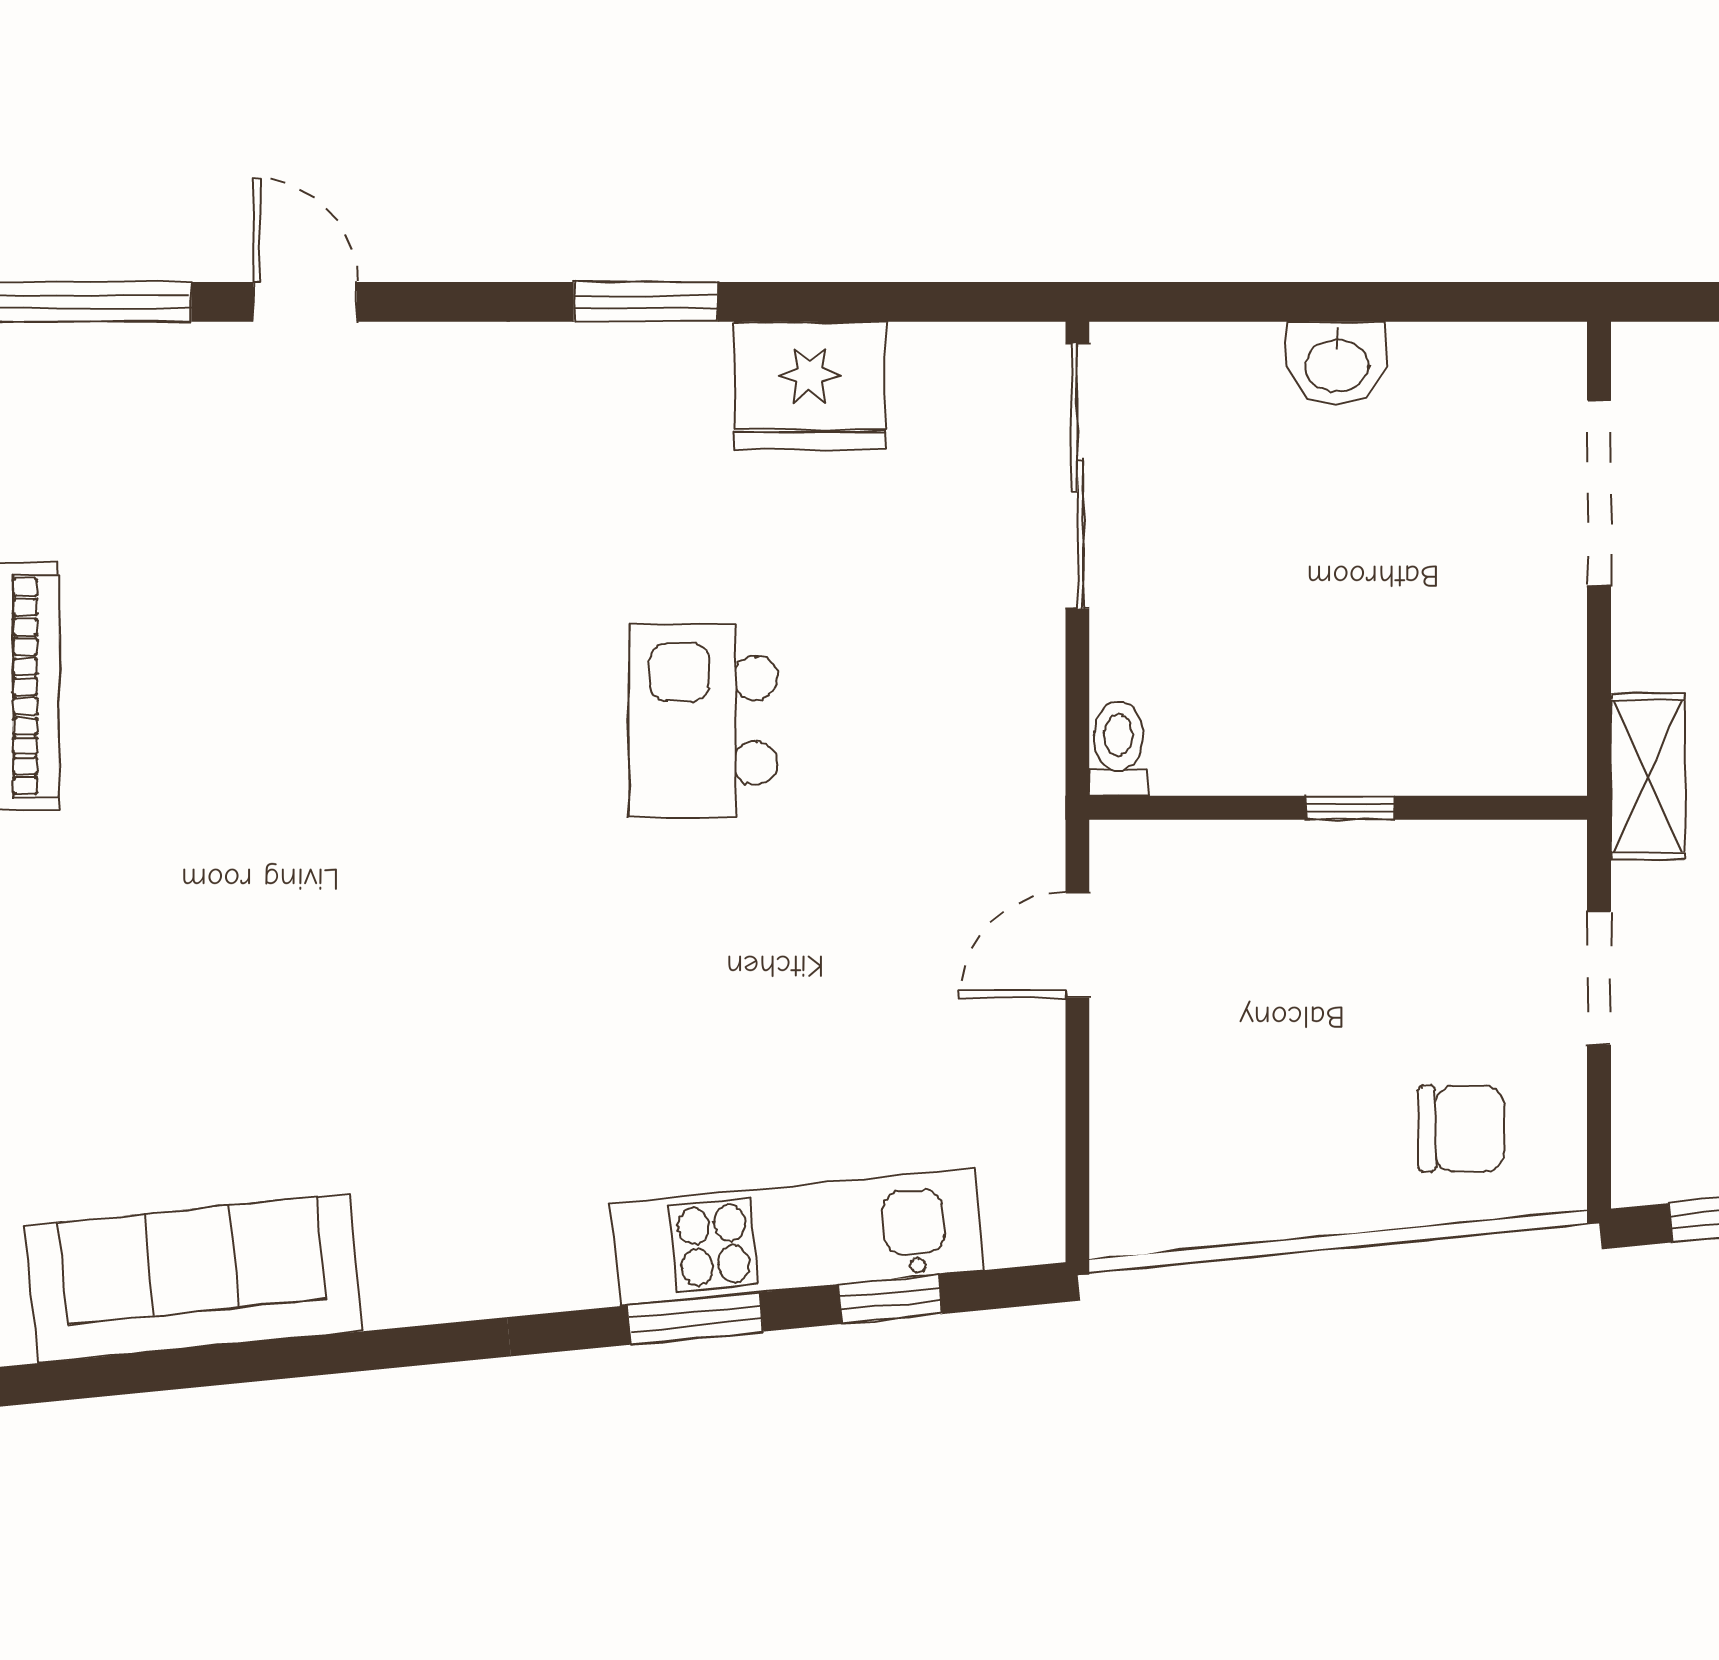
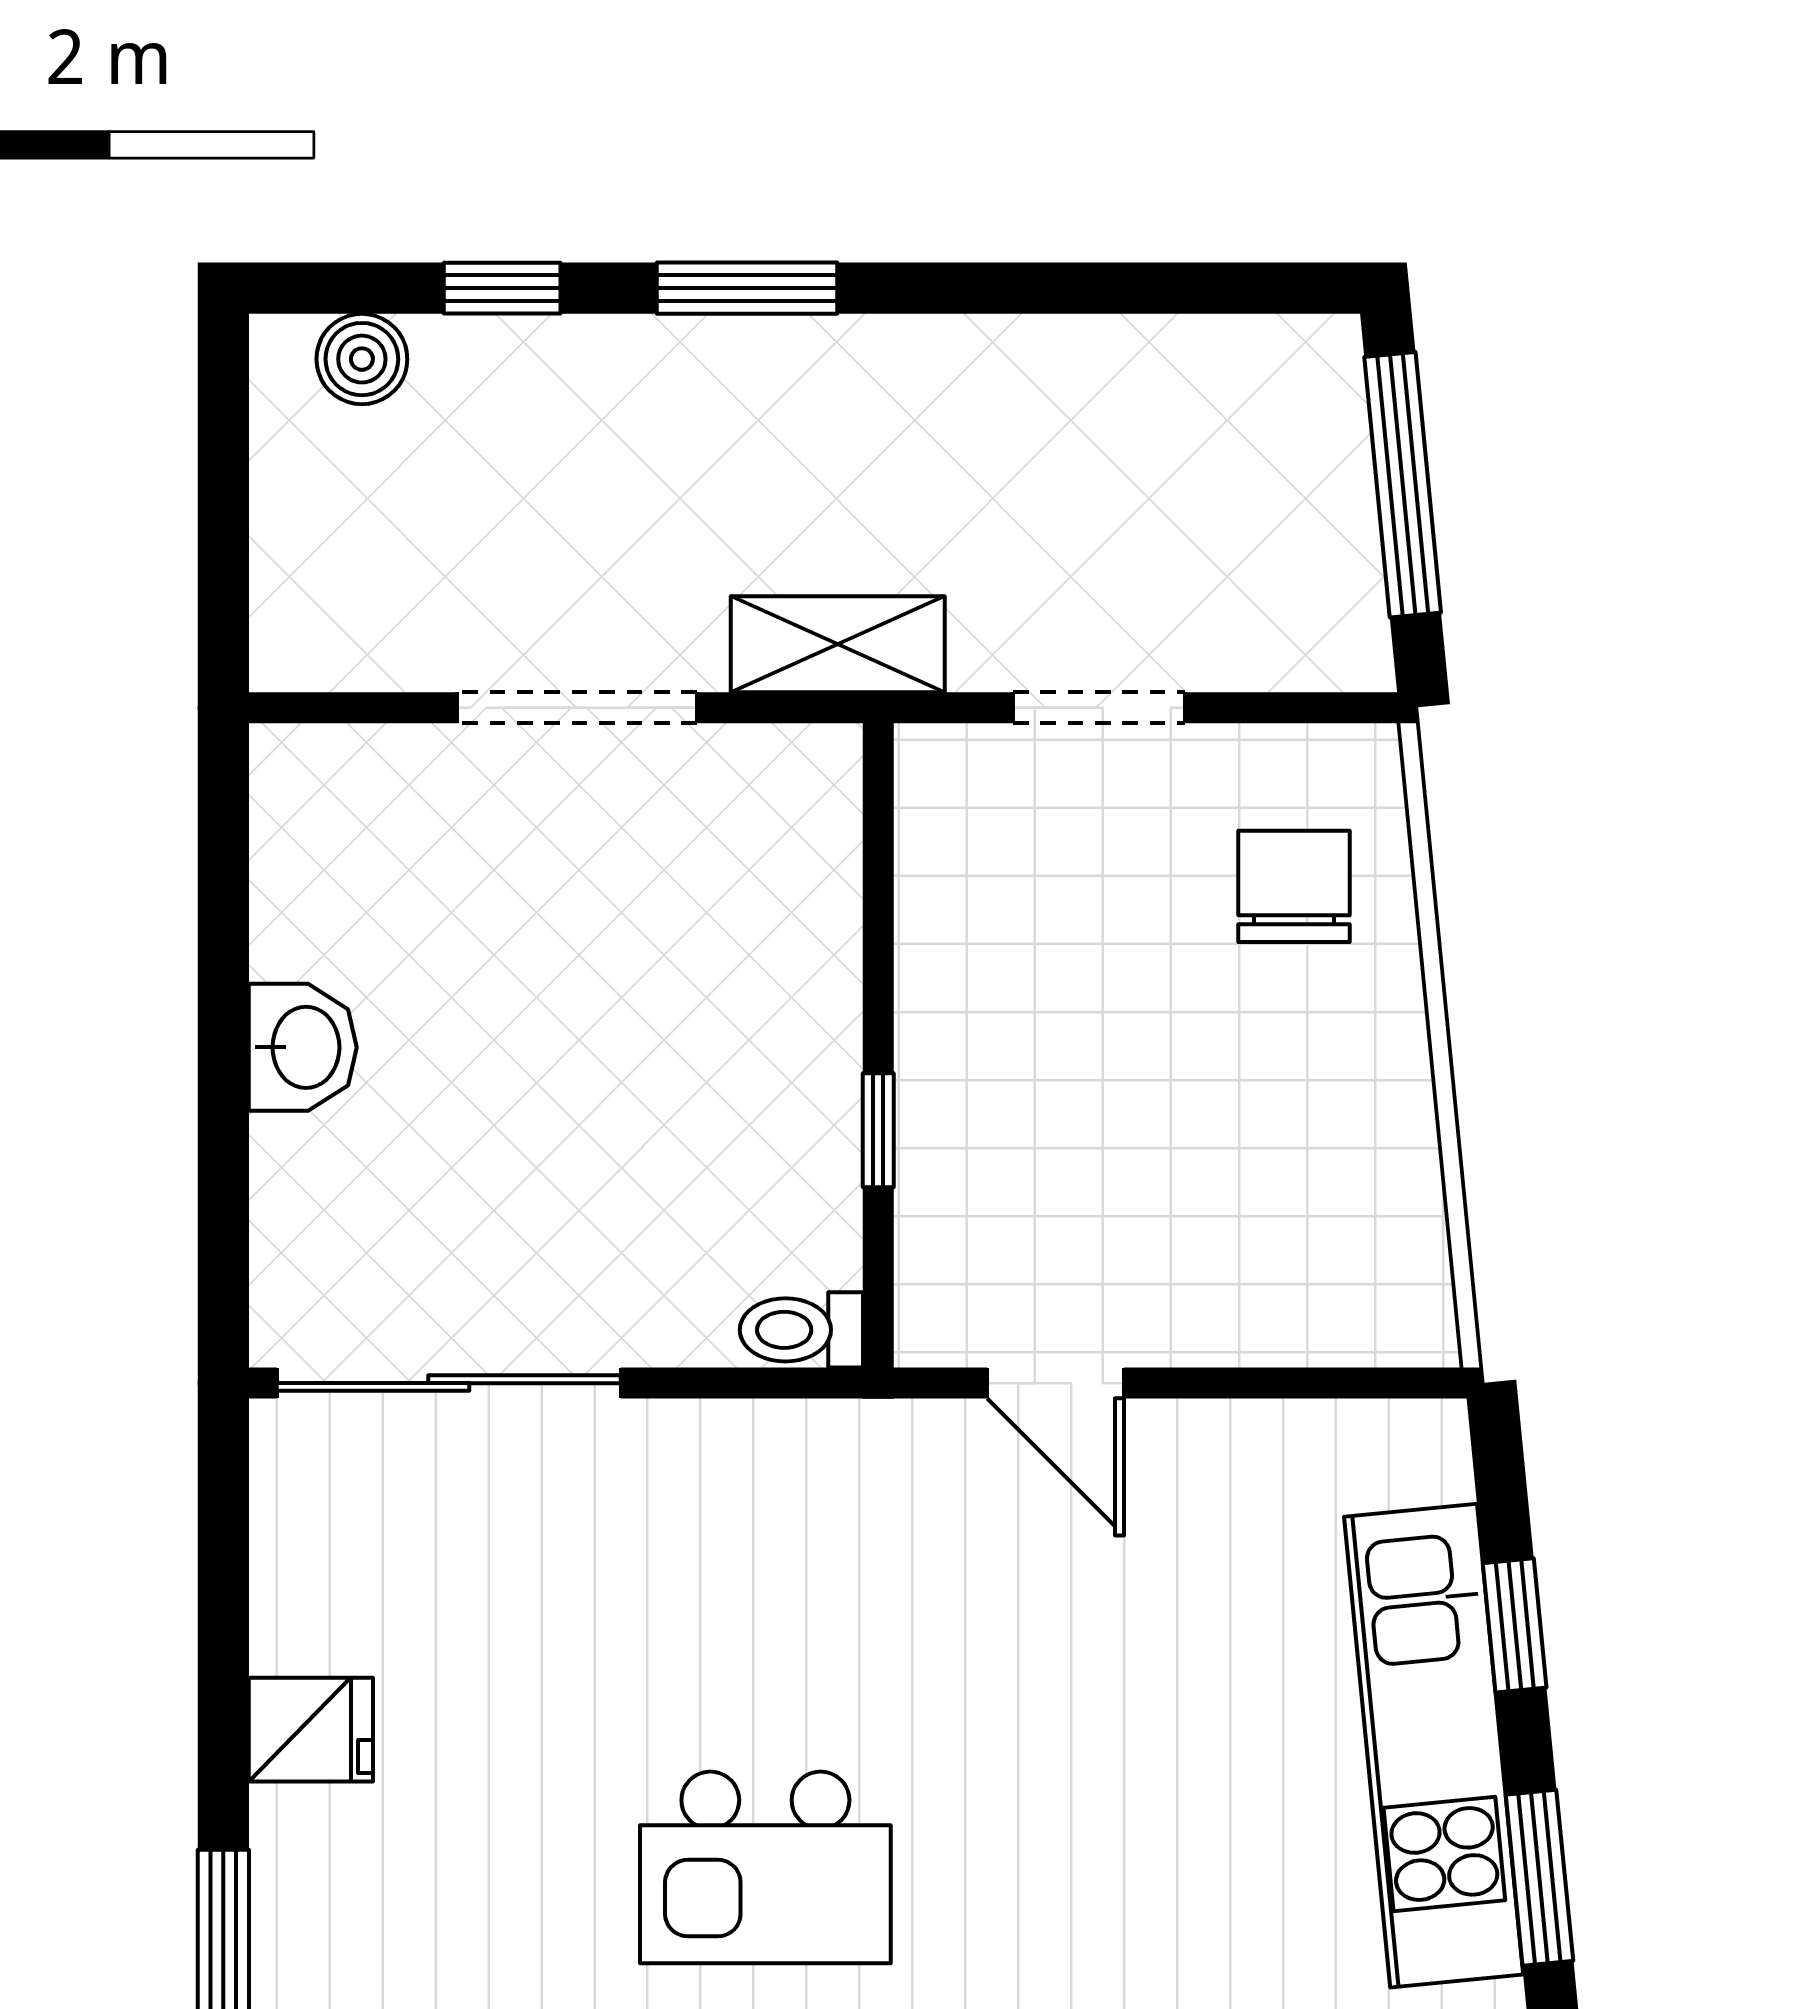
fridge: (810, 386) -> (311, 1730), width x0.53, depth x0.75
doorway: (1599, 493) -> (577, 708), moved
window: (1350, 808) -> (878, 1130), moved

